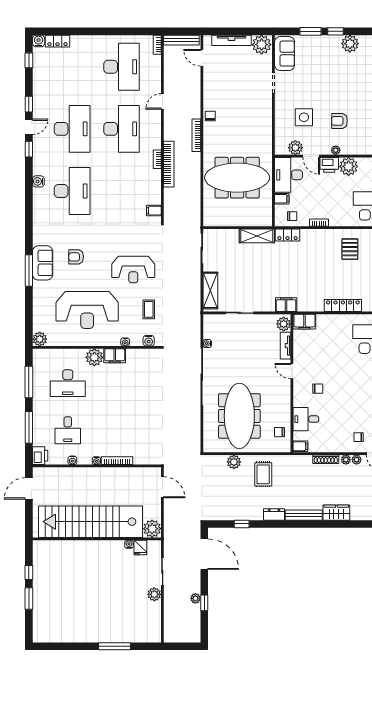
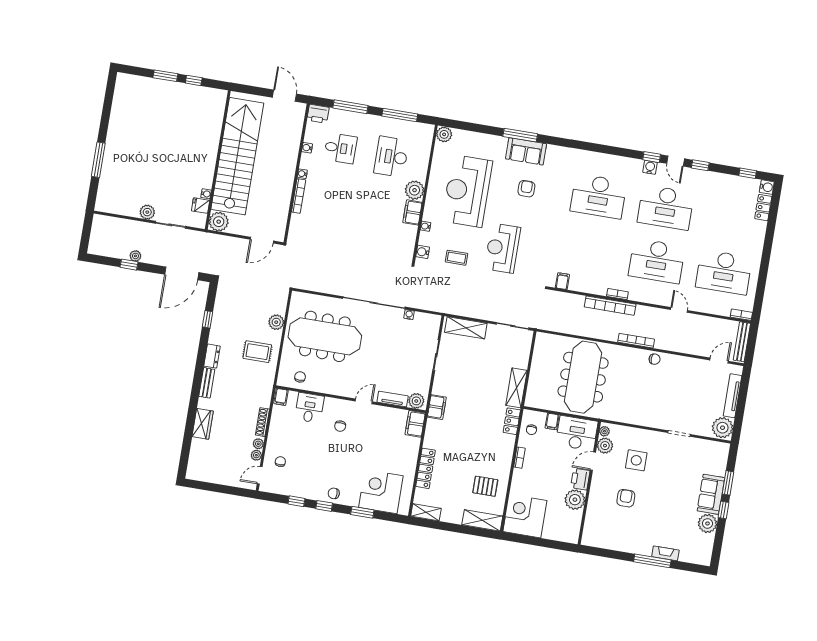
sofa: (285, 54) -> (711, 494), moved, turned 90
plant: (336, 150) -> (604, 431), moved
water cooler: (38, 181) -> (650, 167), moved
desk: (68, 430) -> (340, 148), turned 180
bench: (304, 515) -> (207, 383), width x0.73

